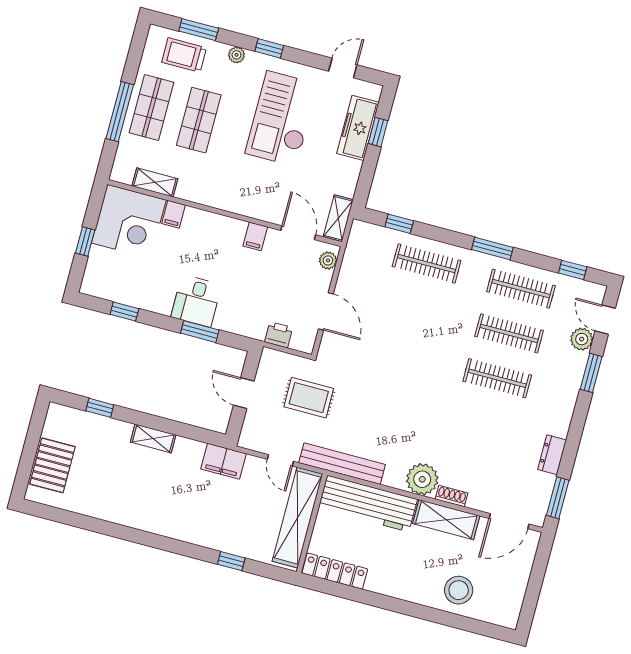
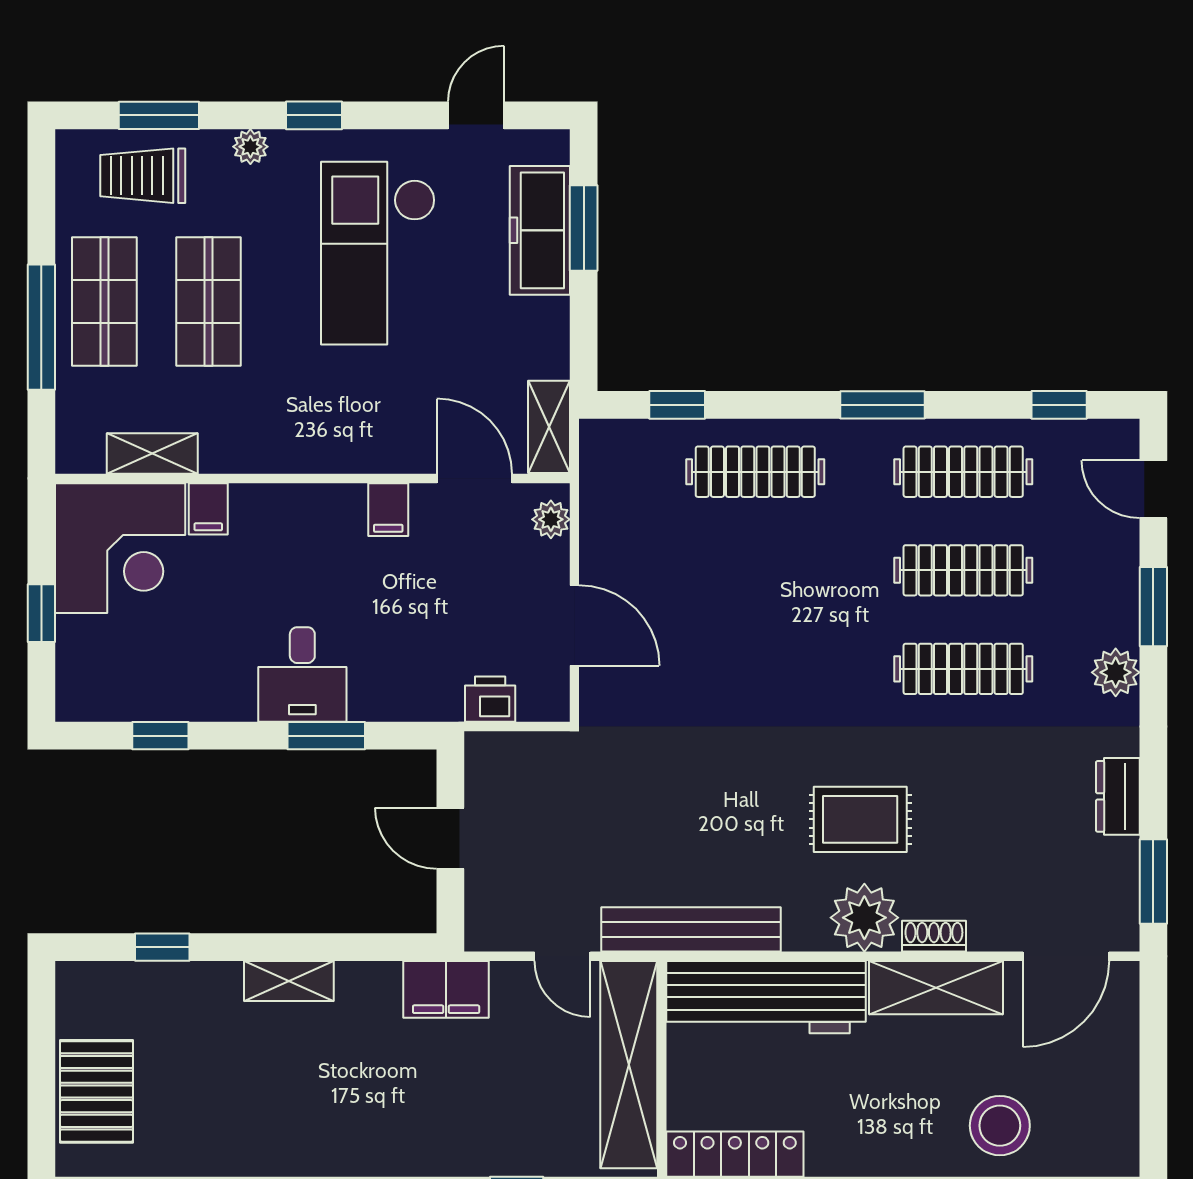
window: (378, 132) -> (584, 228), width x1.50
plant: (582, 339) -> (1116, 672), moved
rug: (309, 398) -> (860, 819), moved

